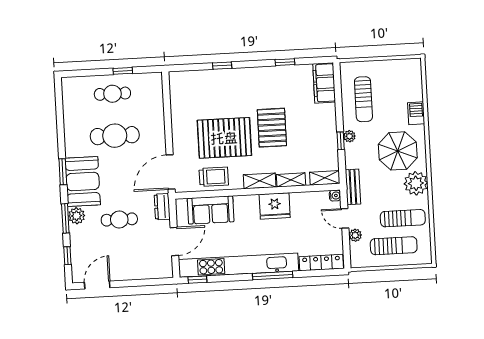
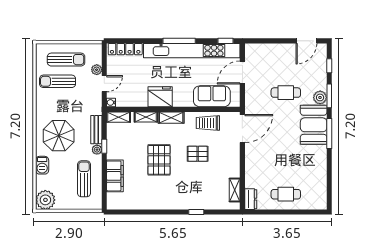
window: (285, 62) -> (146, 212), removed
window: (123, 71) -> (277, 212), removed
filing cabinet: (324, 83) -> (115, 176), moved
shelving: (176, 95) -> (235, 190), added
cafe table: (115, 136) -> (286, 160), removed
pallet: (224, 138) -> (198, 154), width x0.49, depth x0.50
window: (63, 172) -> (329, 133), width x1.44
plant: (416, 183) -> (45, 200), moved
bench: (353, 187) -> (96, 130), moved
dresser: (162, 207) -> (251, 199), moved
door: (345, 218) -> (104, 84), hinge flipped
sun lounger: (394, 246) -> (66, 60), turned 180
window: (273, 275) -> (179, 41), moved

